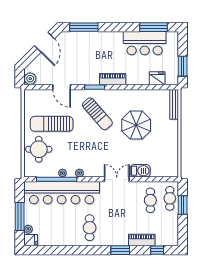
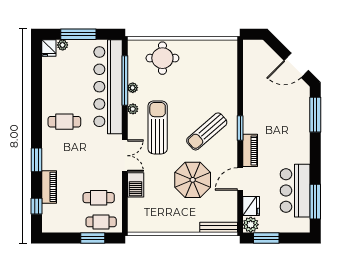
plant: (30, 79) -> (251, 225), moved
door: (62, 87) -> (240, 179), moved
sun lounger: (52, 124) -> (158, 127), moved

